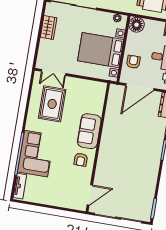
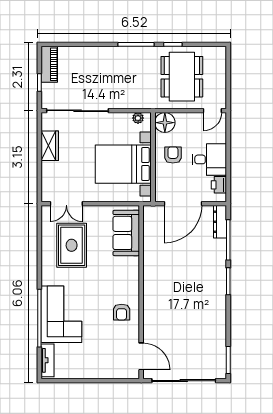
armchair: (133, 62) -> (173, 155), moved
sofa: (89, 131) -> (126, 233), moved
door: (90, 195) -> (141, 356), hinge flipped

